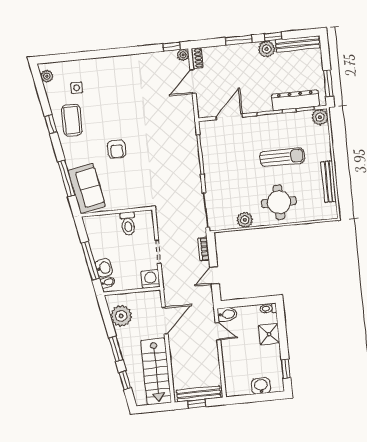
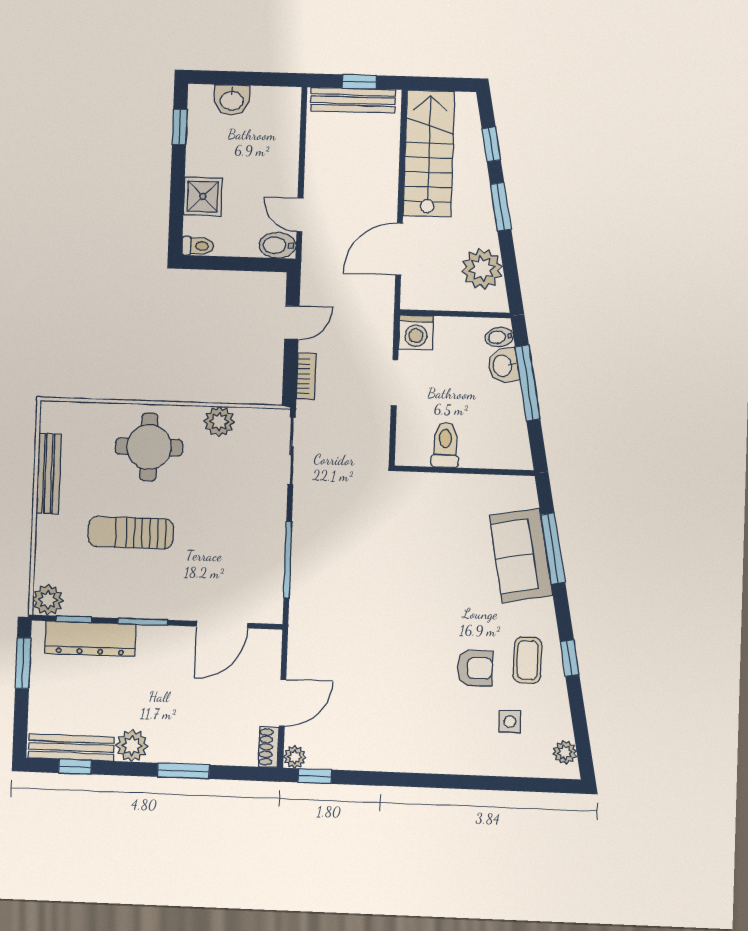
window: (273, 37) -> (75, 767), moved
coffee table: (72, 120) -> (528, 660), width x0.73, depth x0.77
armchair: (117, 149) -> (475, 668), moved, turned 90
sofa: (87, 188) -> (521, 556), moved

